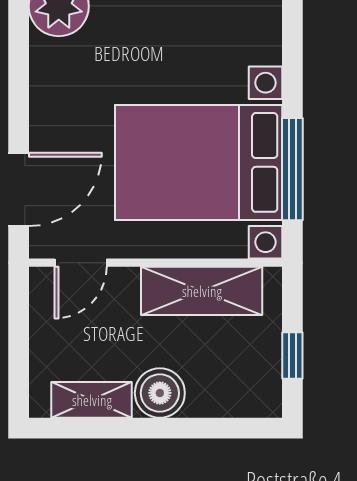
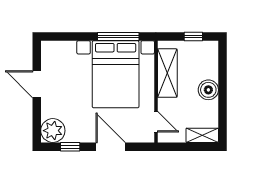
window: (19, 49) -> (70, 147), added
door: (19, 189) -> (111, 147), moved
shelving: (92, 400) -> (202, 135), moved, turned 90

